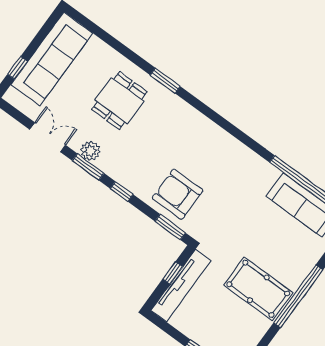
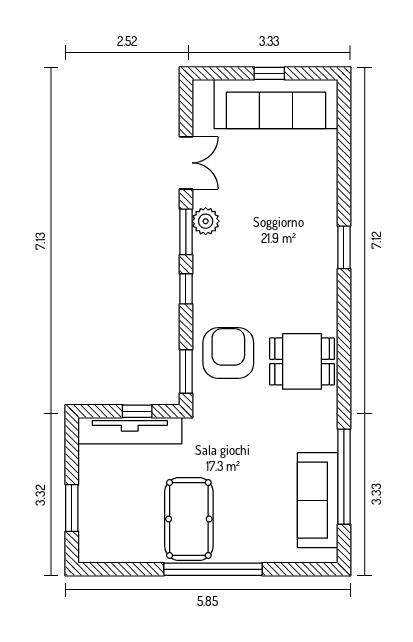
window: (18, 68) -> (269, 73), moved
dining table: (119, 101) -> (302, 361), moved

